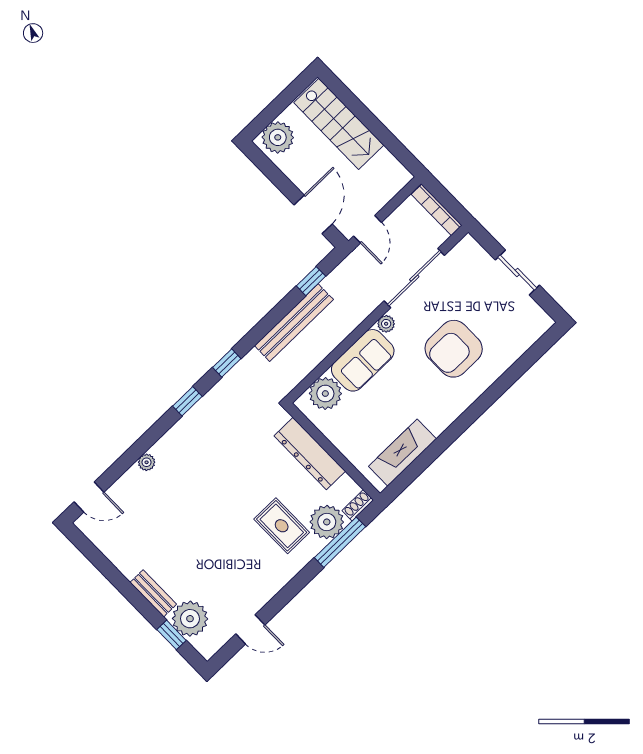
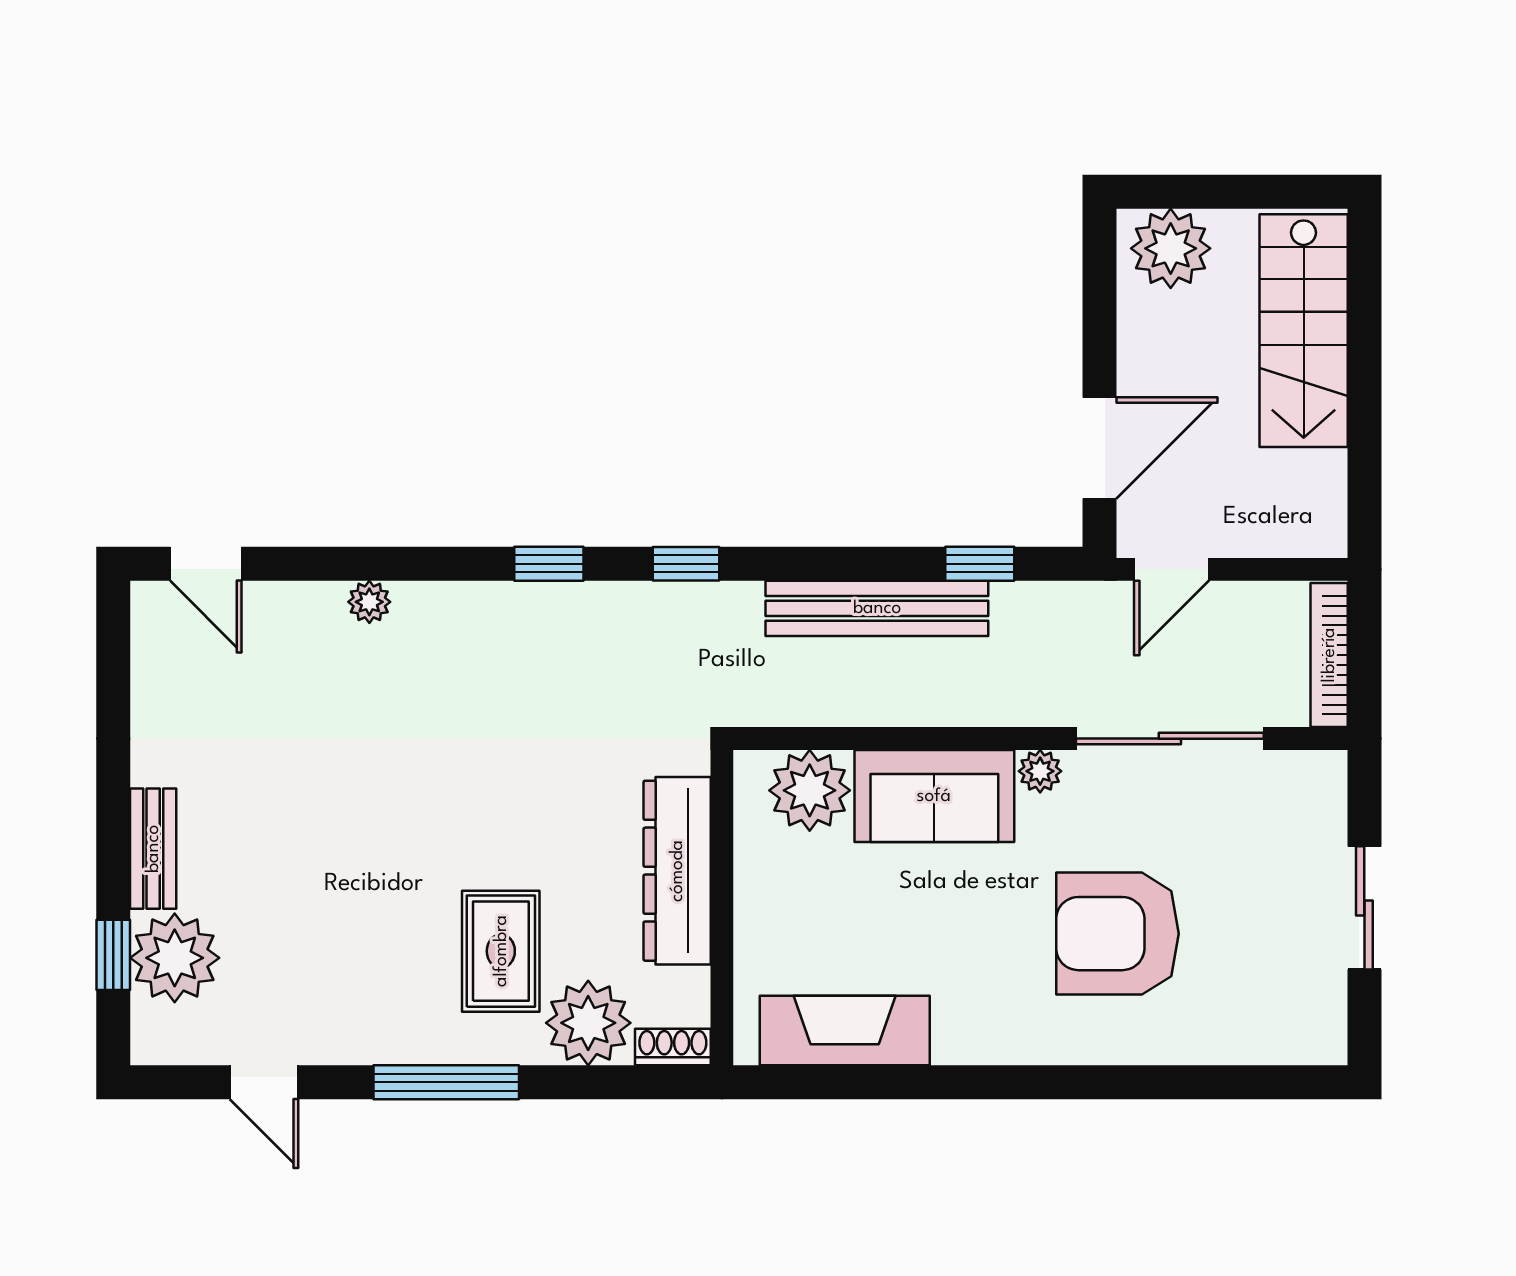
window: (340, 542) -> (446, 1082), moved

